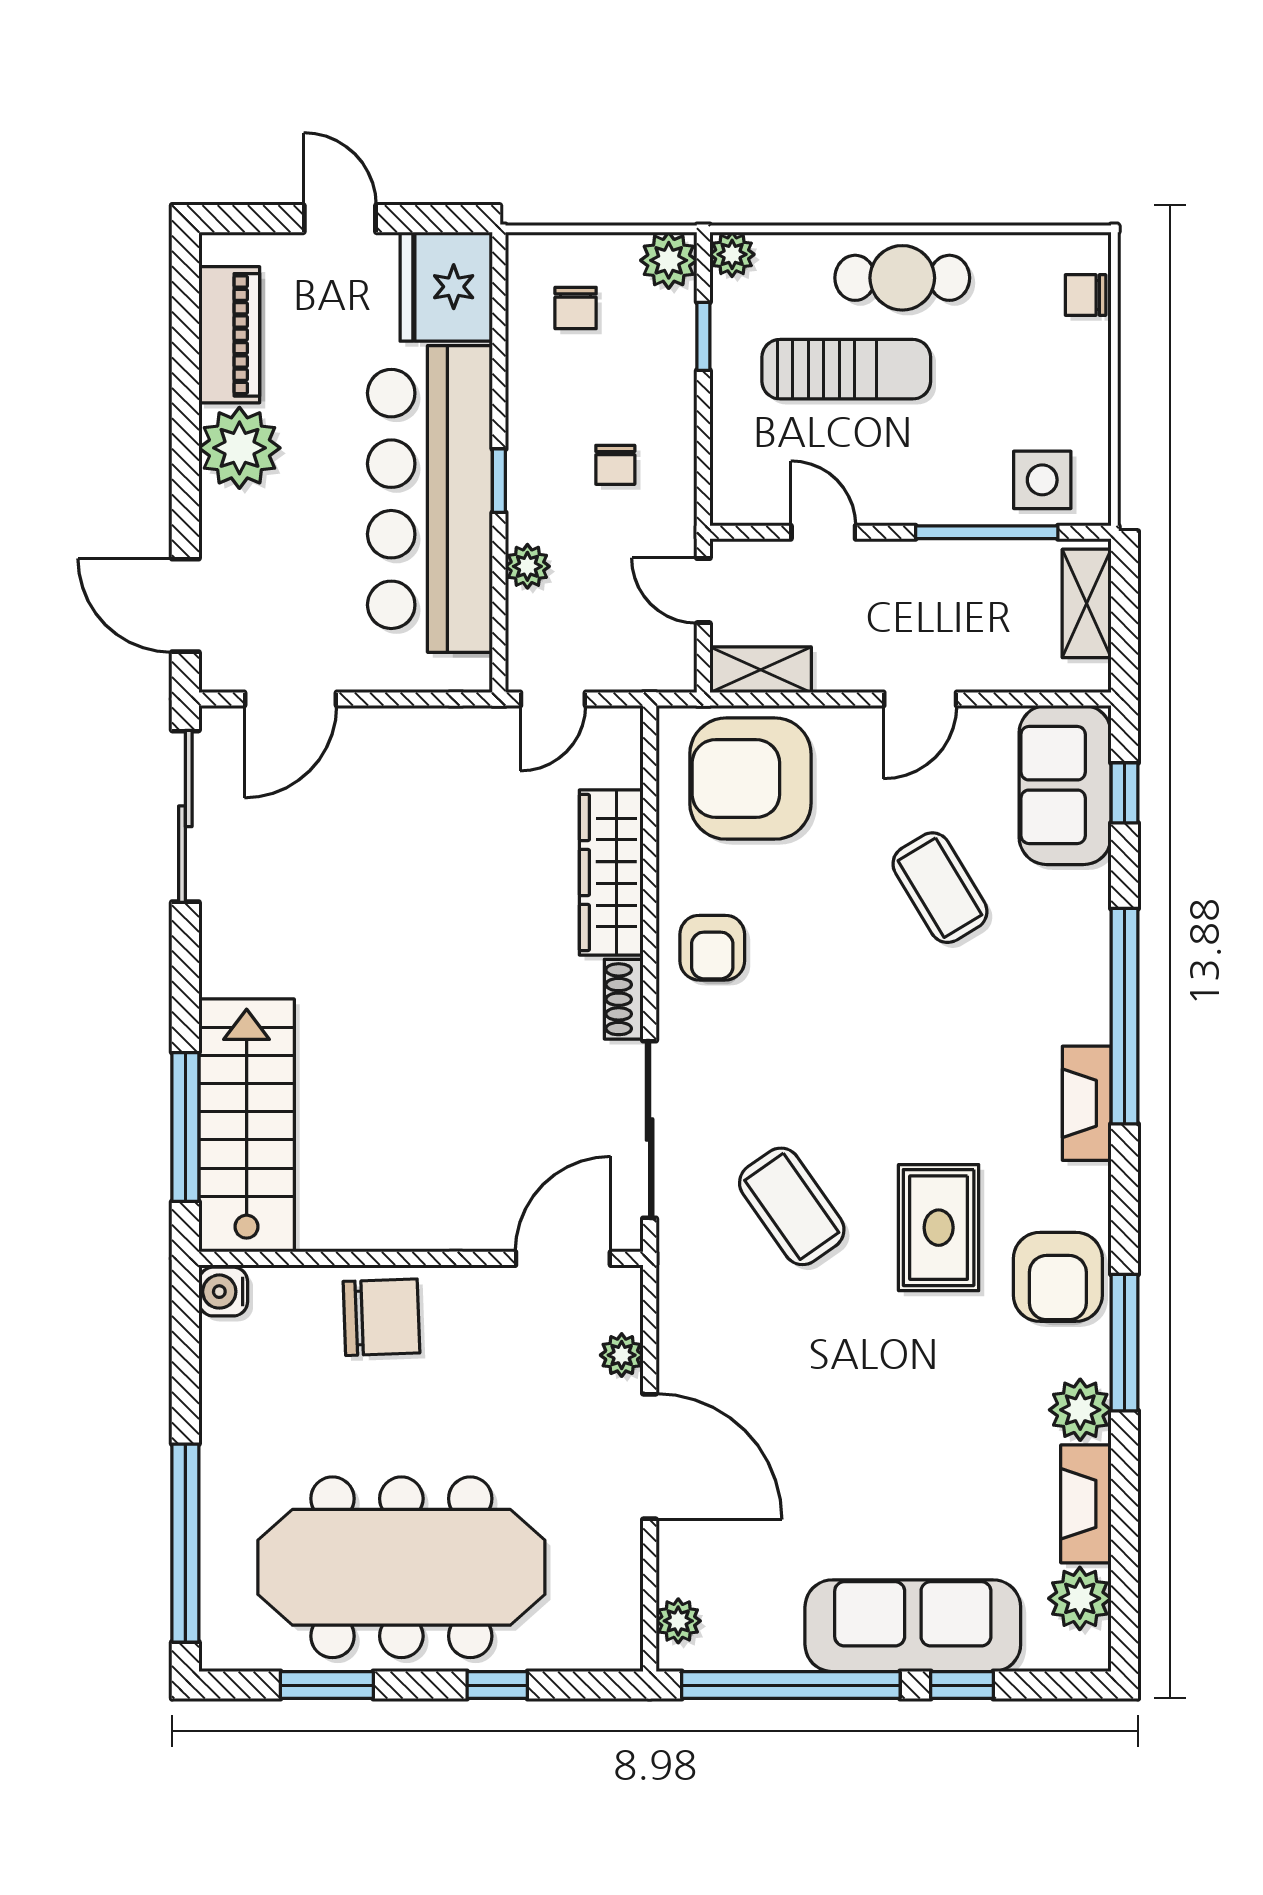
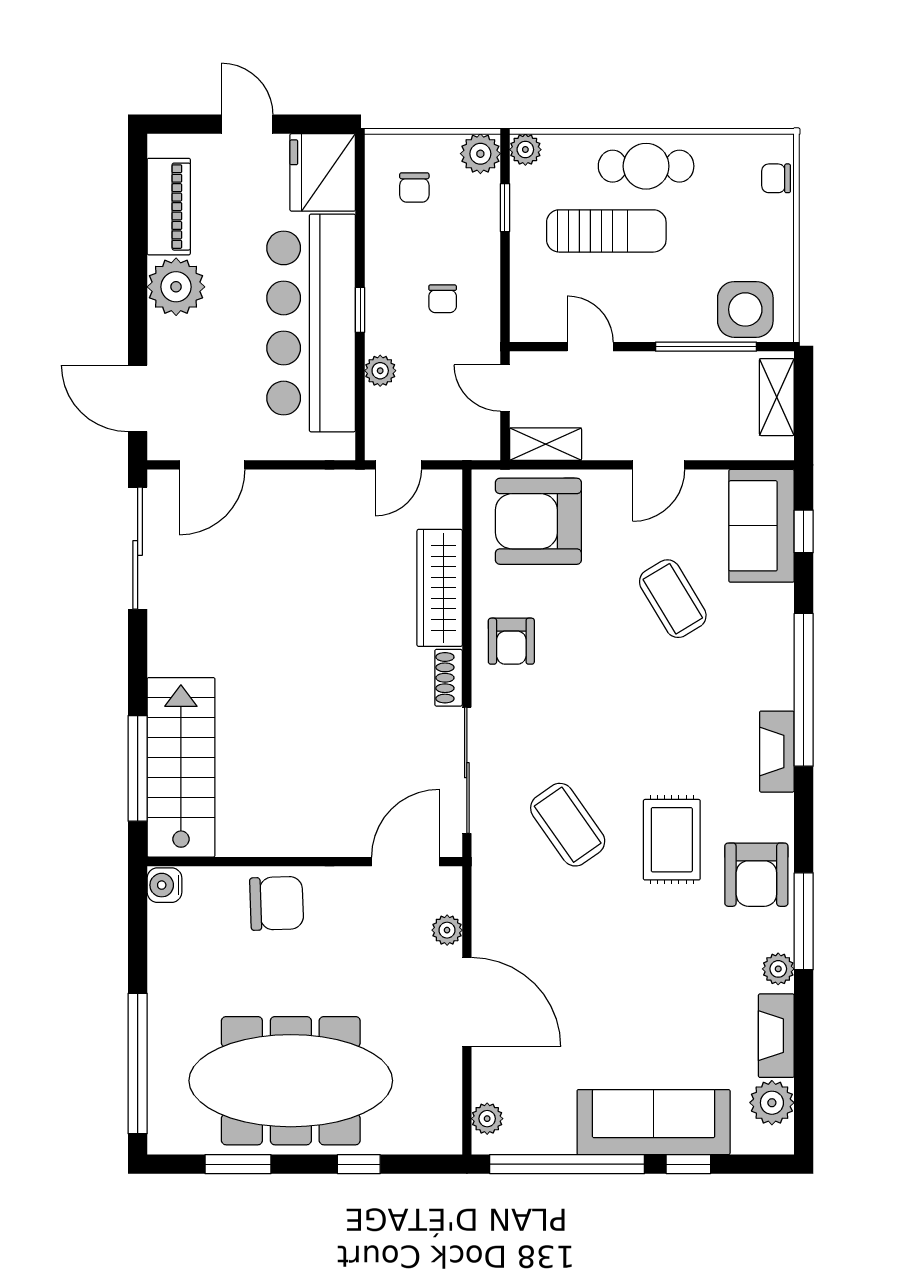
side table: (1042, 480) -> (745, 309), width x1.37, depth x1.37
plant: (1080, 1410) -> (778, 969), width x0.73, depth x0.73

